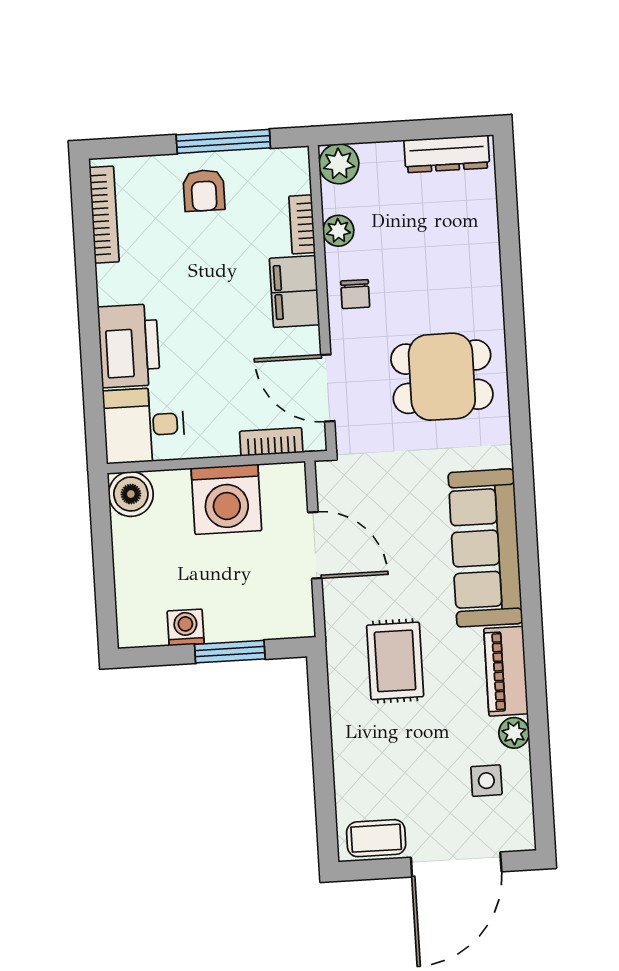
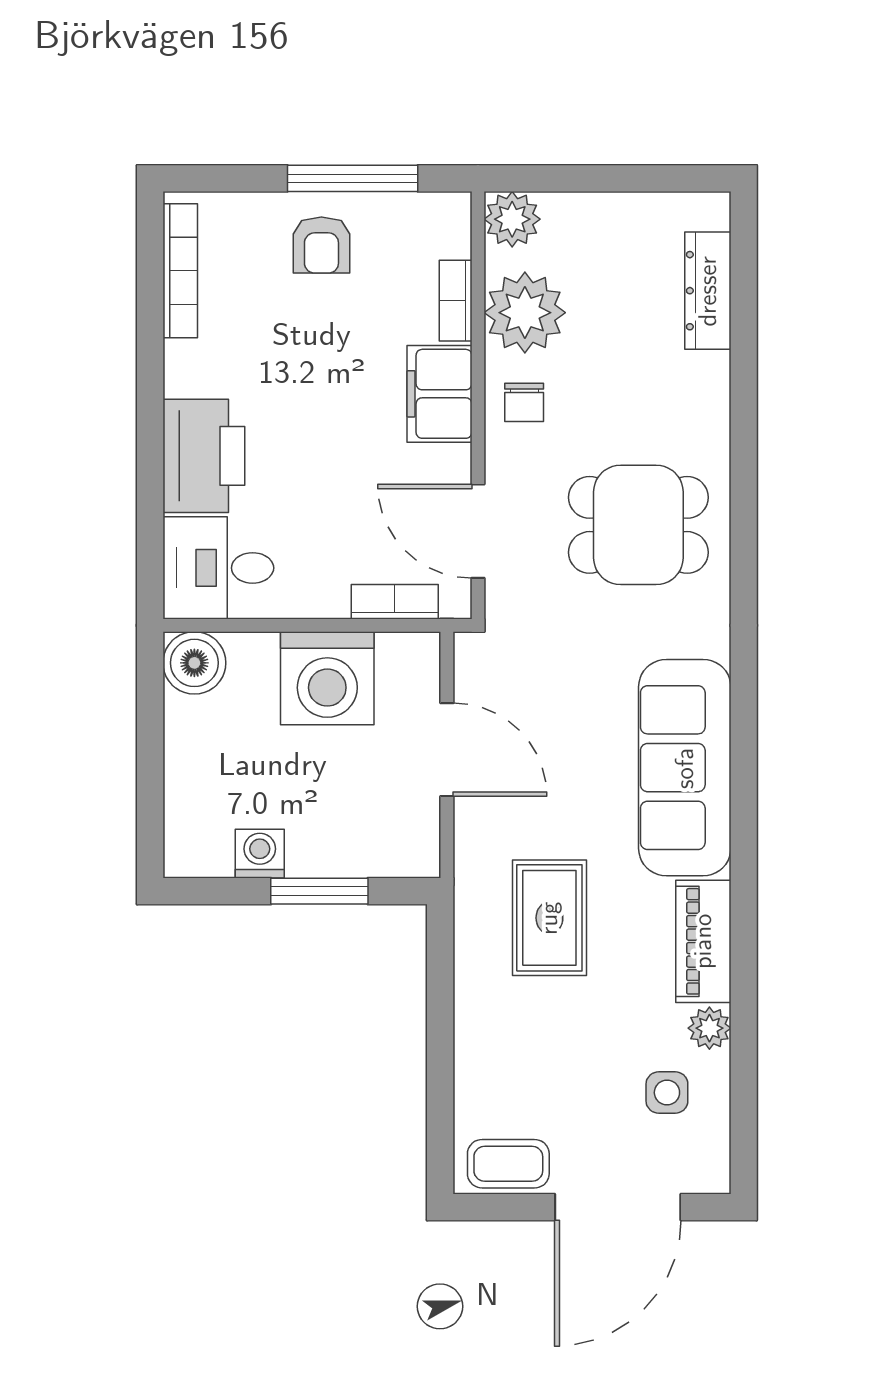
dresser: (447, 154) -> (708, 291), moved, turned 90
plant: (338, 231) -> (525, 313), width x1.88, depth x1.88

